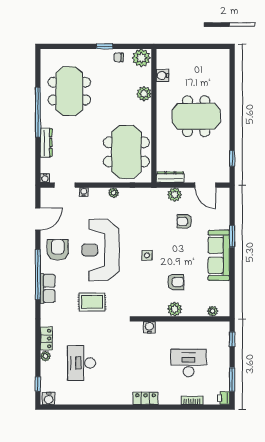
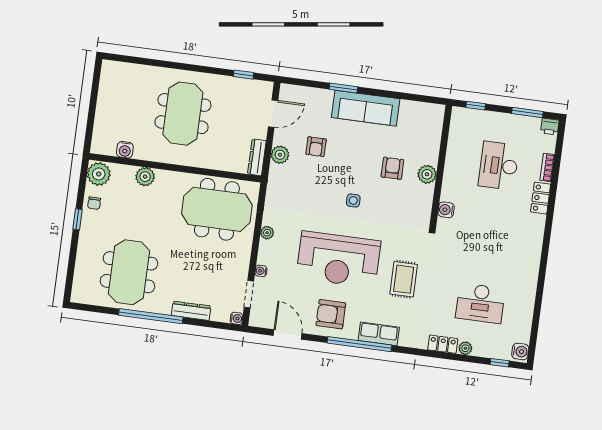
meeting table: (69, 91) -> (129, 272), turned 90
plant: (212, 311) -> (436, 126), removed
locker: (145, 398) -> (541, 198), moved

